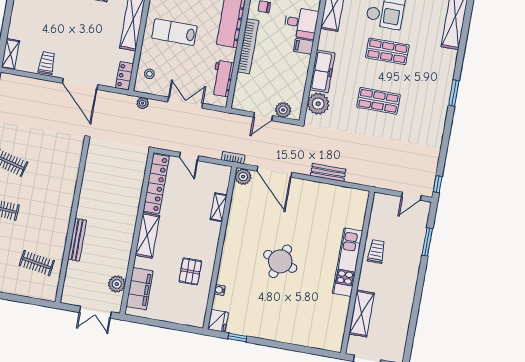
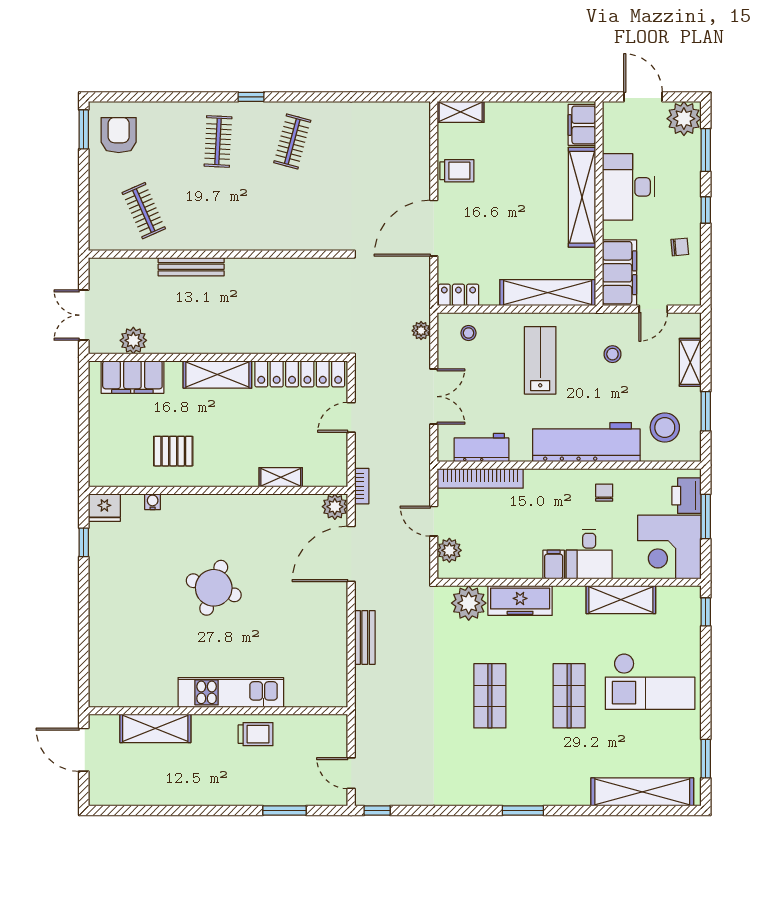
bookcase: (248, 46) -> (480, 478), moved
clothes rail: (37, 263) -> (144, 211), turned -33

